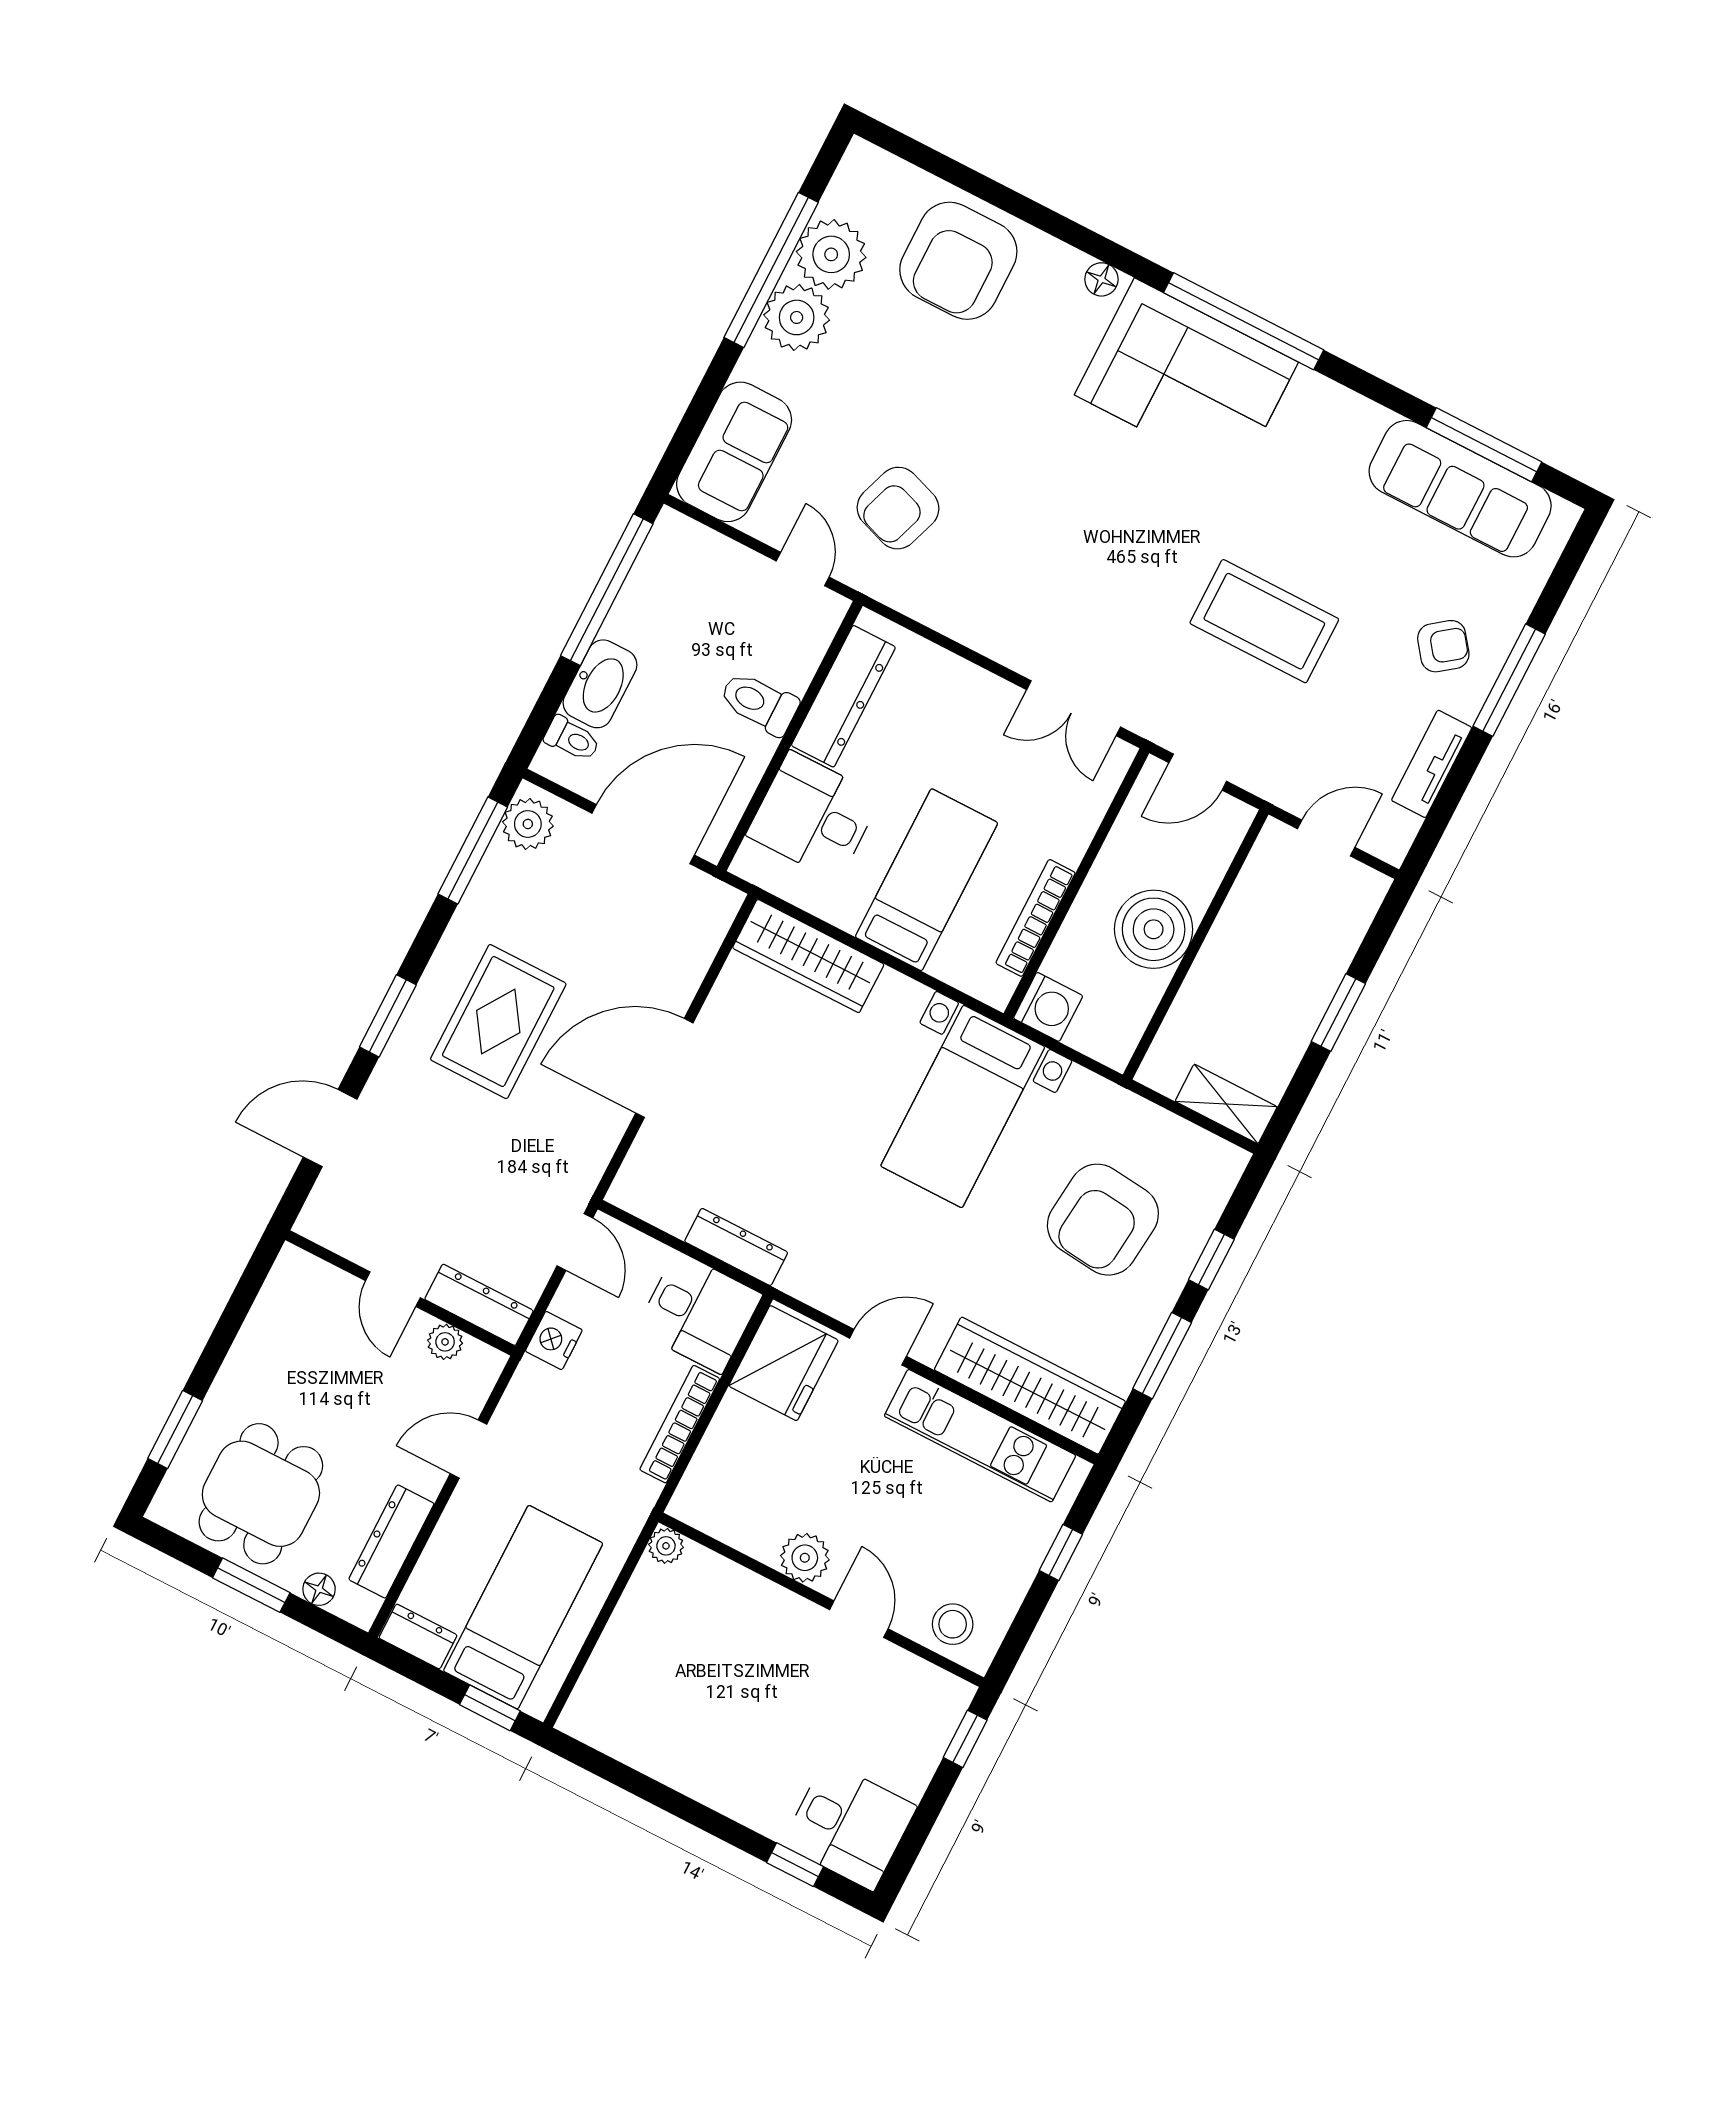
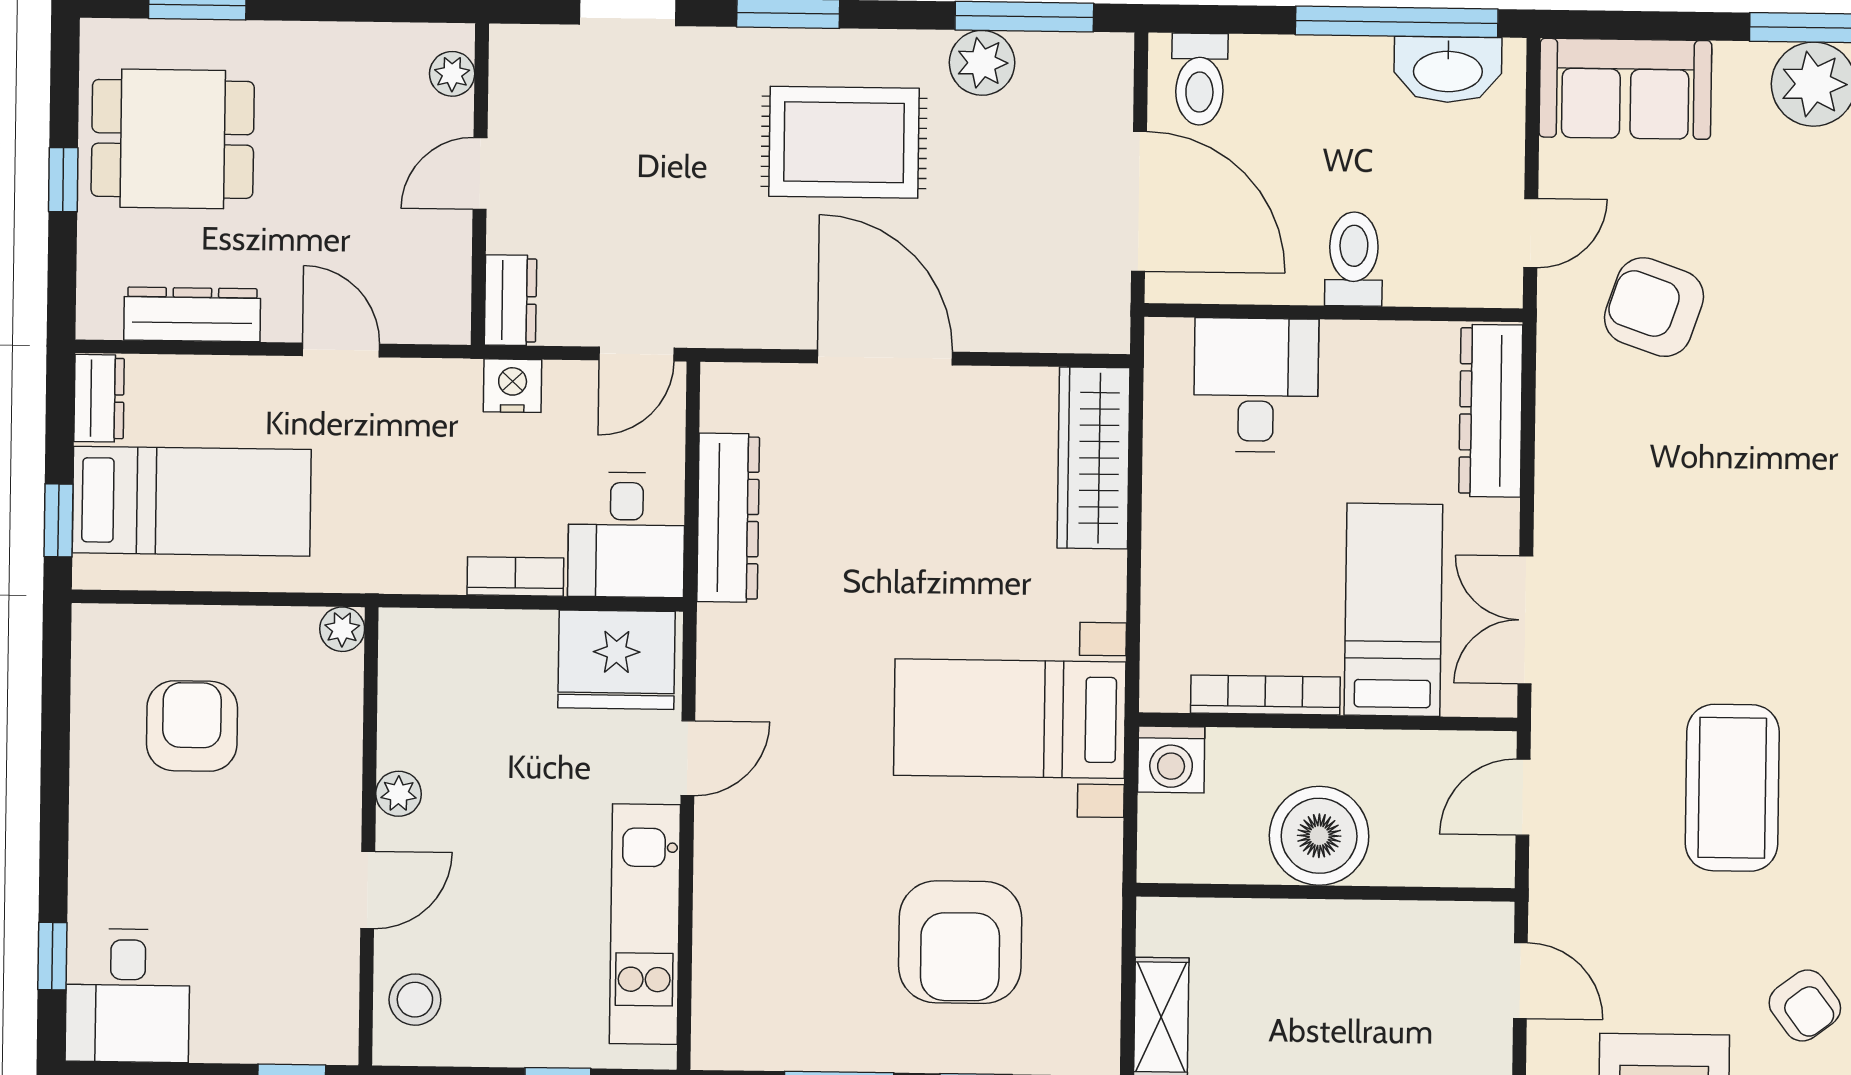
washbasin: (600, 684) -> (1448, 70), moved
dresser: (843, 696) -> (1491, 411), moved, turned 90
toilet: (572, 739) -> (1200, 79), width x1.37, depth x1.39
door: (1198, 772) -> (1523, 797), hinge flipped
plant: (528, 824) -> (982, 63), moved
bed: (926, 880) -> (1393, 610), moved, turned -90
armchair: (1103, 1220) -> (960, 942), turned -96
dresser: (736, 1247) -> (728, 518), width x1.37, depth x1.24
dresser: (479, 1305) -> (511, 300), width x0.70
plant: (445, 1342) -> (452, 74), moved
door: (878, 1347) -> (688, 758), hinge flipped
wardrobe: (1030, 1386) -> (730, 953), removed
bookcase: (680, 1424) -> (515, 576), width x0.64
plant: (805, 1558) -> (399, 794), width x0.73, depth x0.73
window: (251, 1585) -> (63, 180), width x0.67
floor lamp: (319, 1589) -> (97, 259), removed
armchair: (682, 1686) -> (192, 726), added

